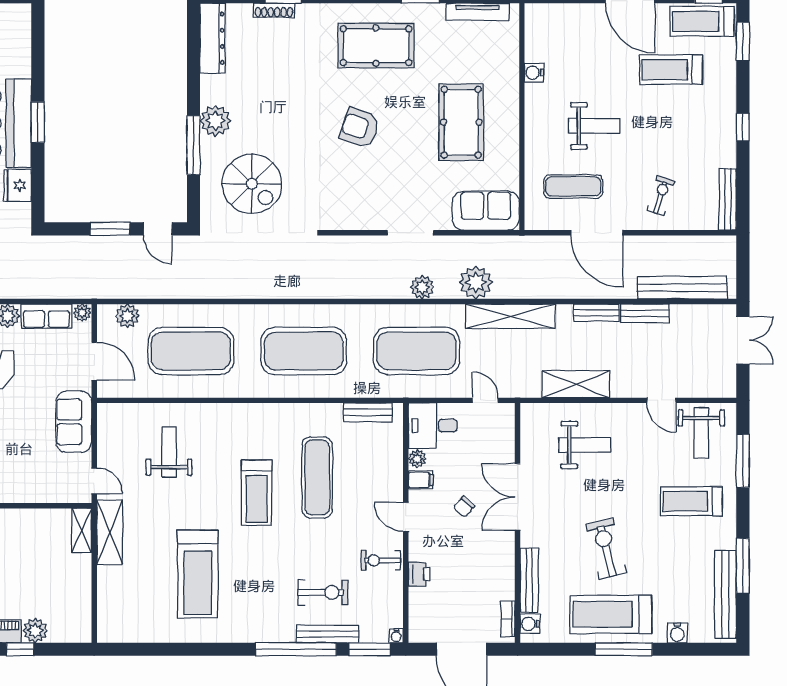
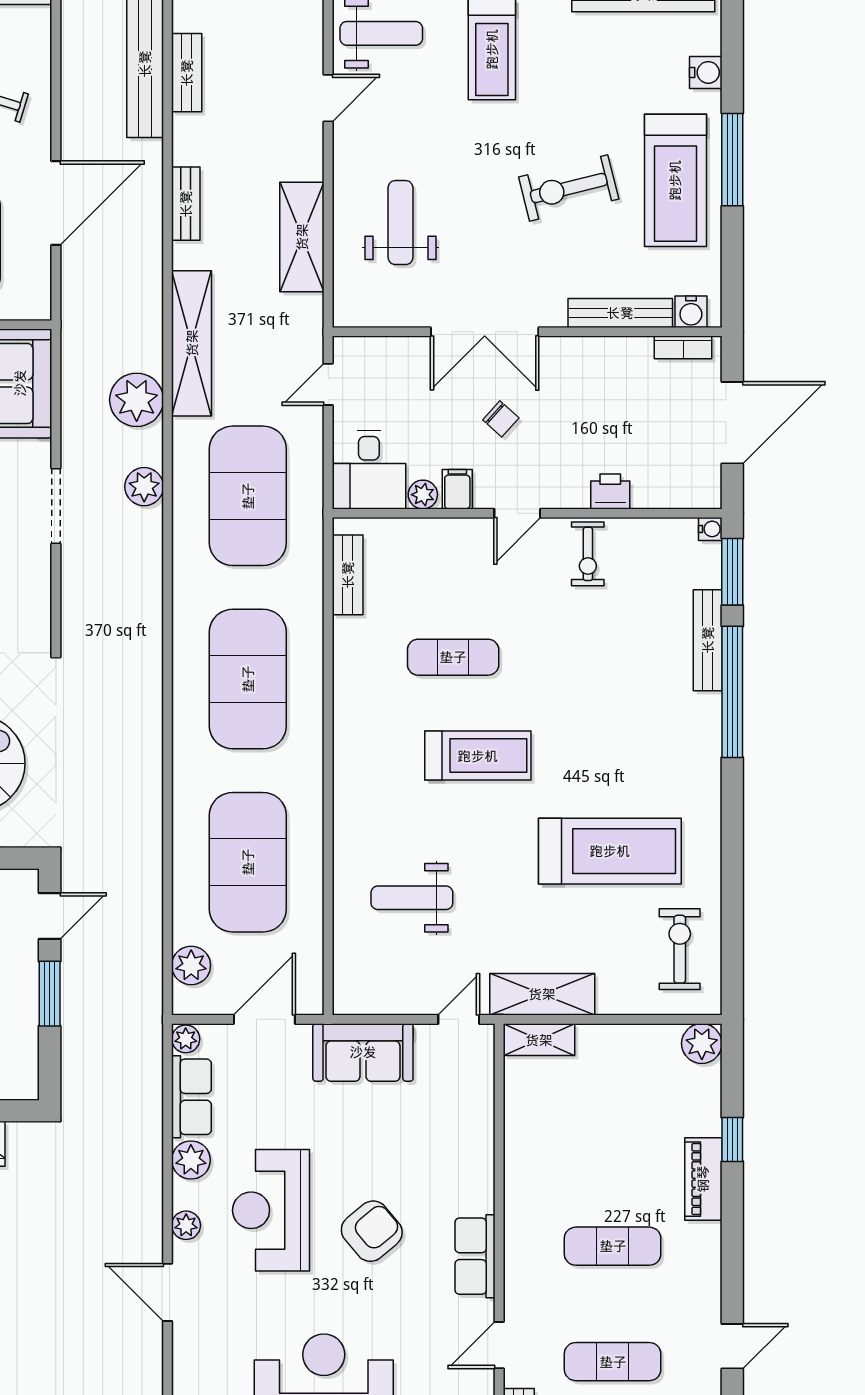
bench: (645, 313) -> (187, 73), moved
exercise mat: (317, 477) -> (453, 657), width x0.73, depth x0.69
exercise bike: (323, 592) -> (680, 949), moved
plant: (35, 630) -> (702, 1044), moved

